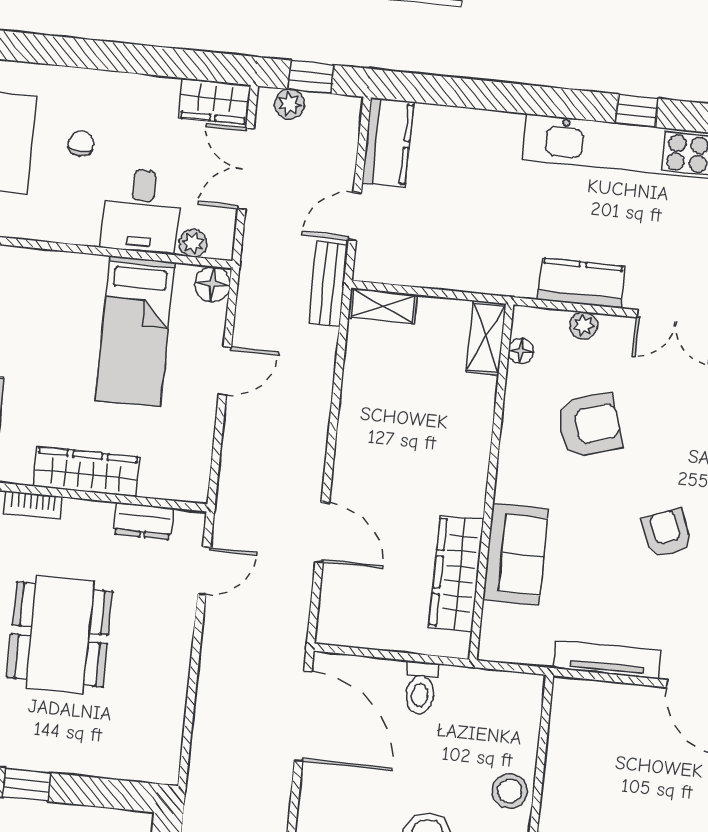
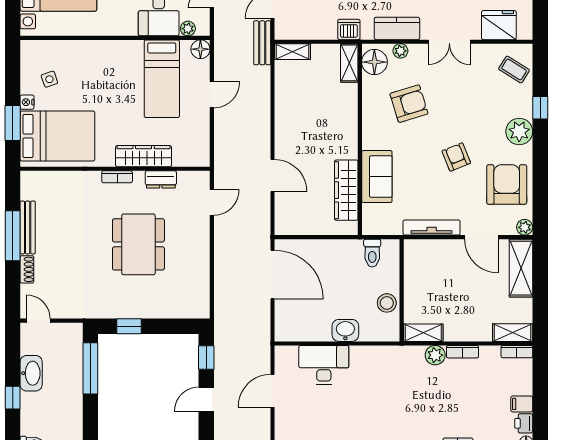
dishwasher: (492, 276) -> (349, 29), added
floor lamp: (521, 351) -> (374, 62), width x1.89, depth x1.89
dresser: (144, 521) -> (161, 179), moved
toilet: (421, 688) -> (372, 253), moved

